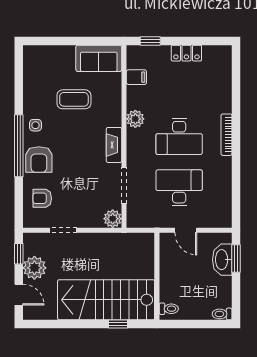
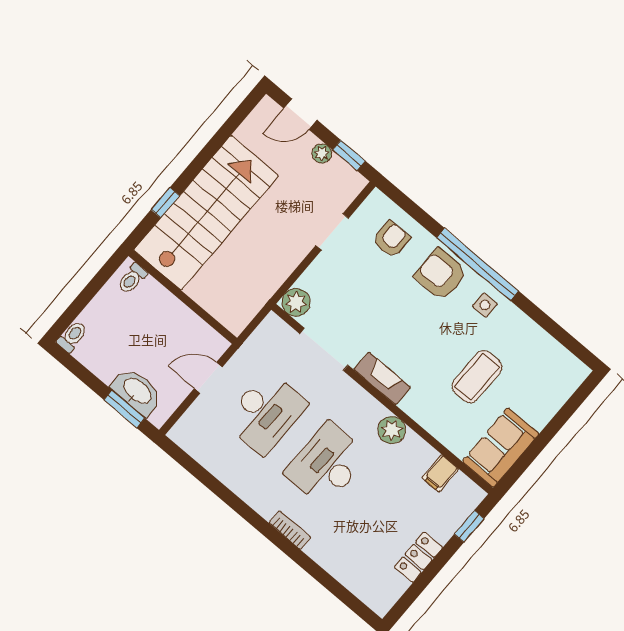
bookcase: (226, 135) -> (290, 530), width x0.64
plant: (34, 268) -> (322, 154), width x0.53, depth x0.53

